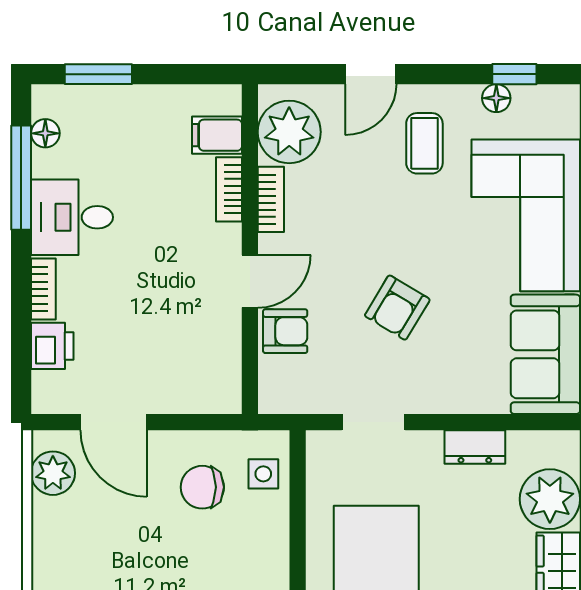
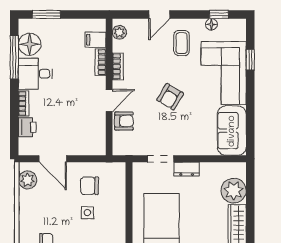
plant: (289, 132) -> (119, 32), width x0.53, depth x0.53
floor lamp: (45, 133) -> (30, 44), width x1.89, depth x1.89
armchair: (397, 308) -> (170, 97), moved
dresser: (475, 447) -> (187, 169), moved
side table: (263, 474) -> (87, 213), moved

